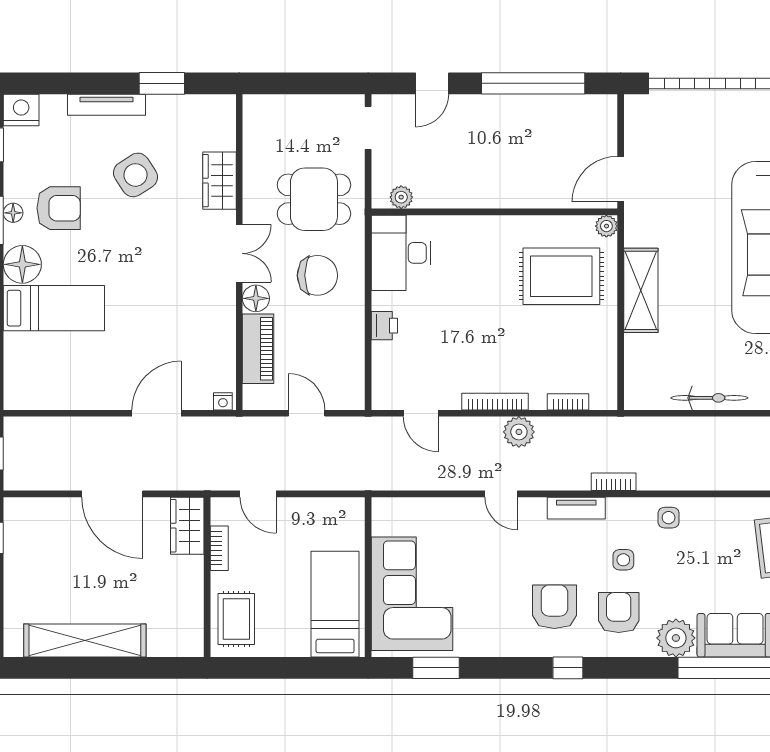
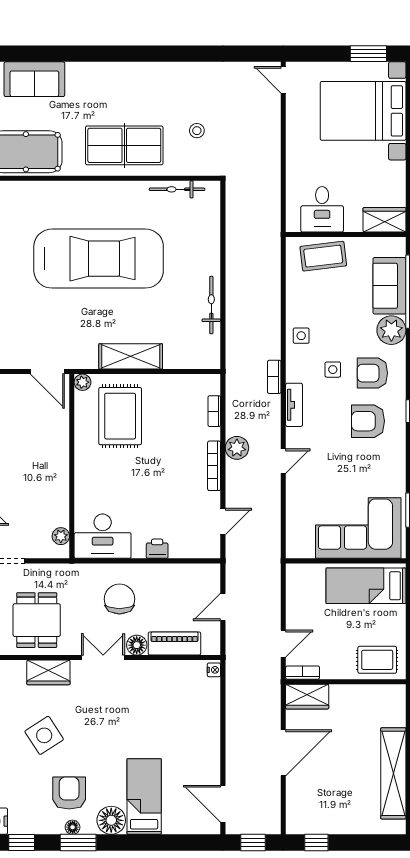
dining table: (314, 199) -> (37, 620), moved
door: (156, 413) -> (223, 804), moved
bookcase: (219, 548) -> (303, 673), moved

